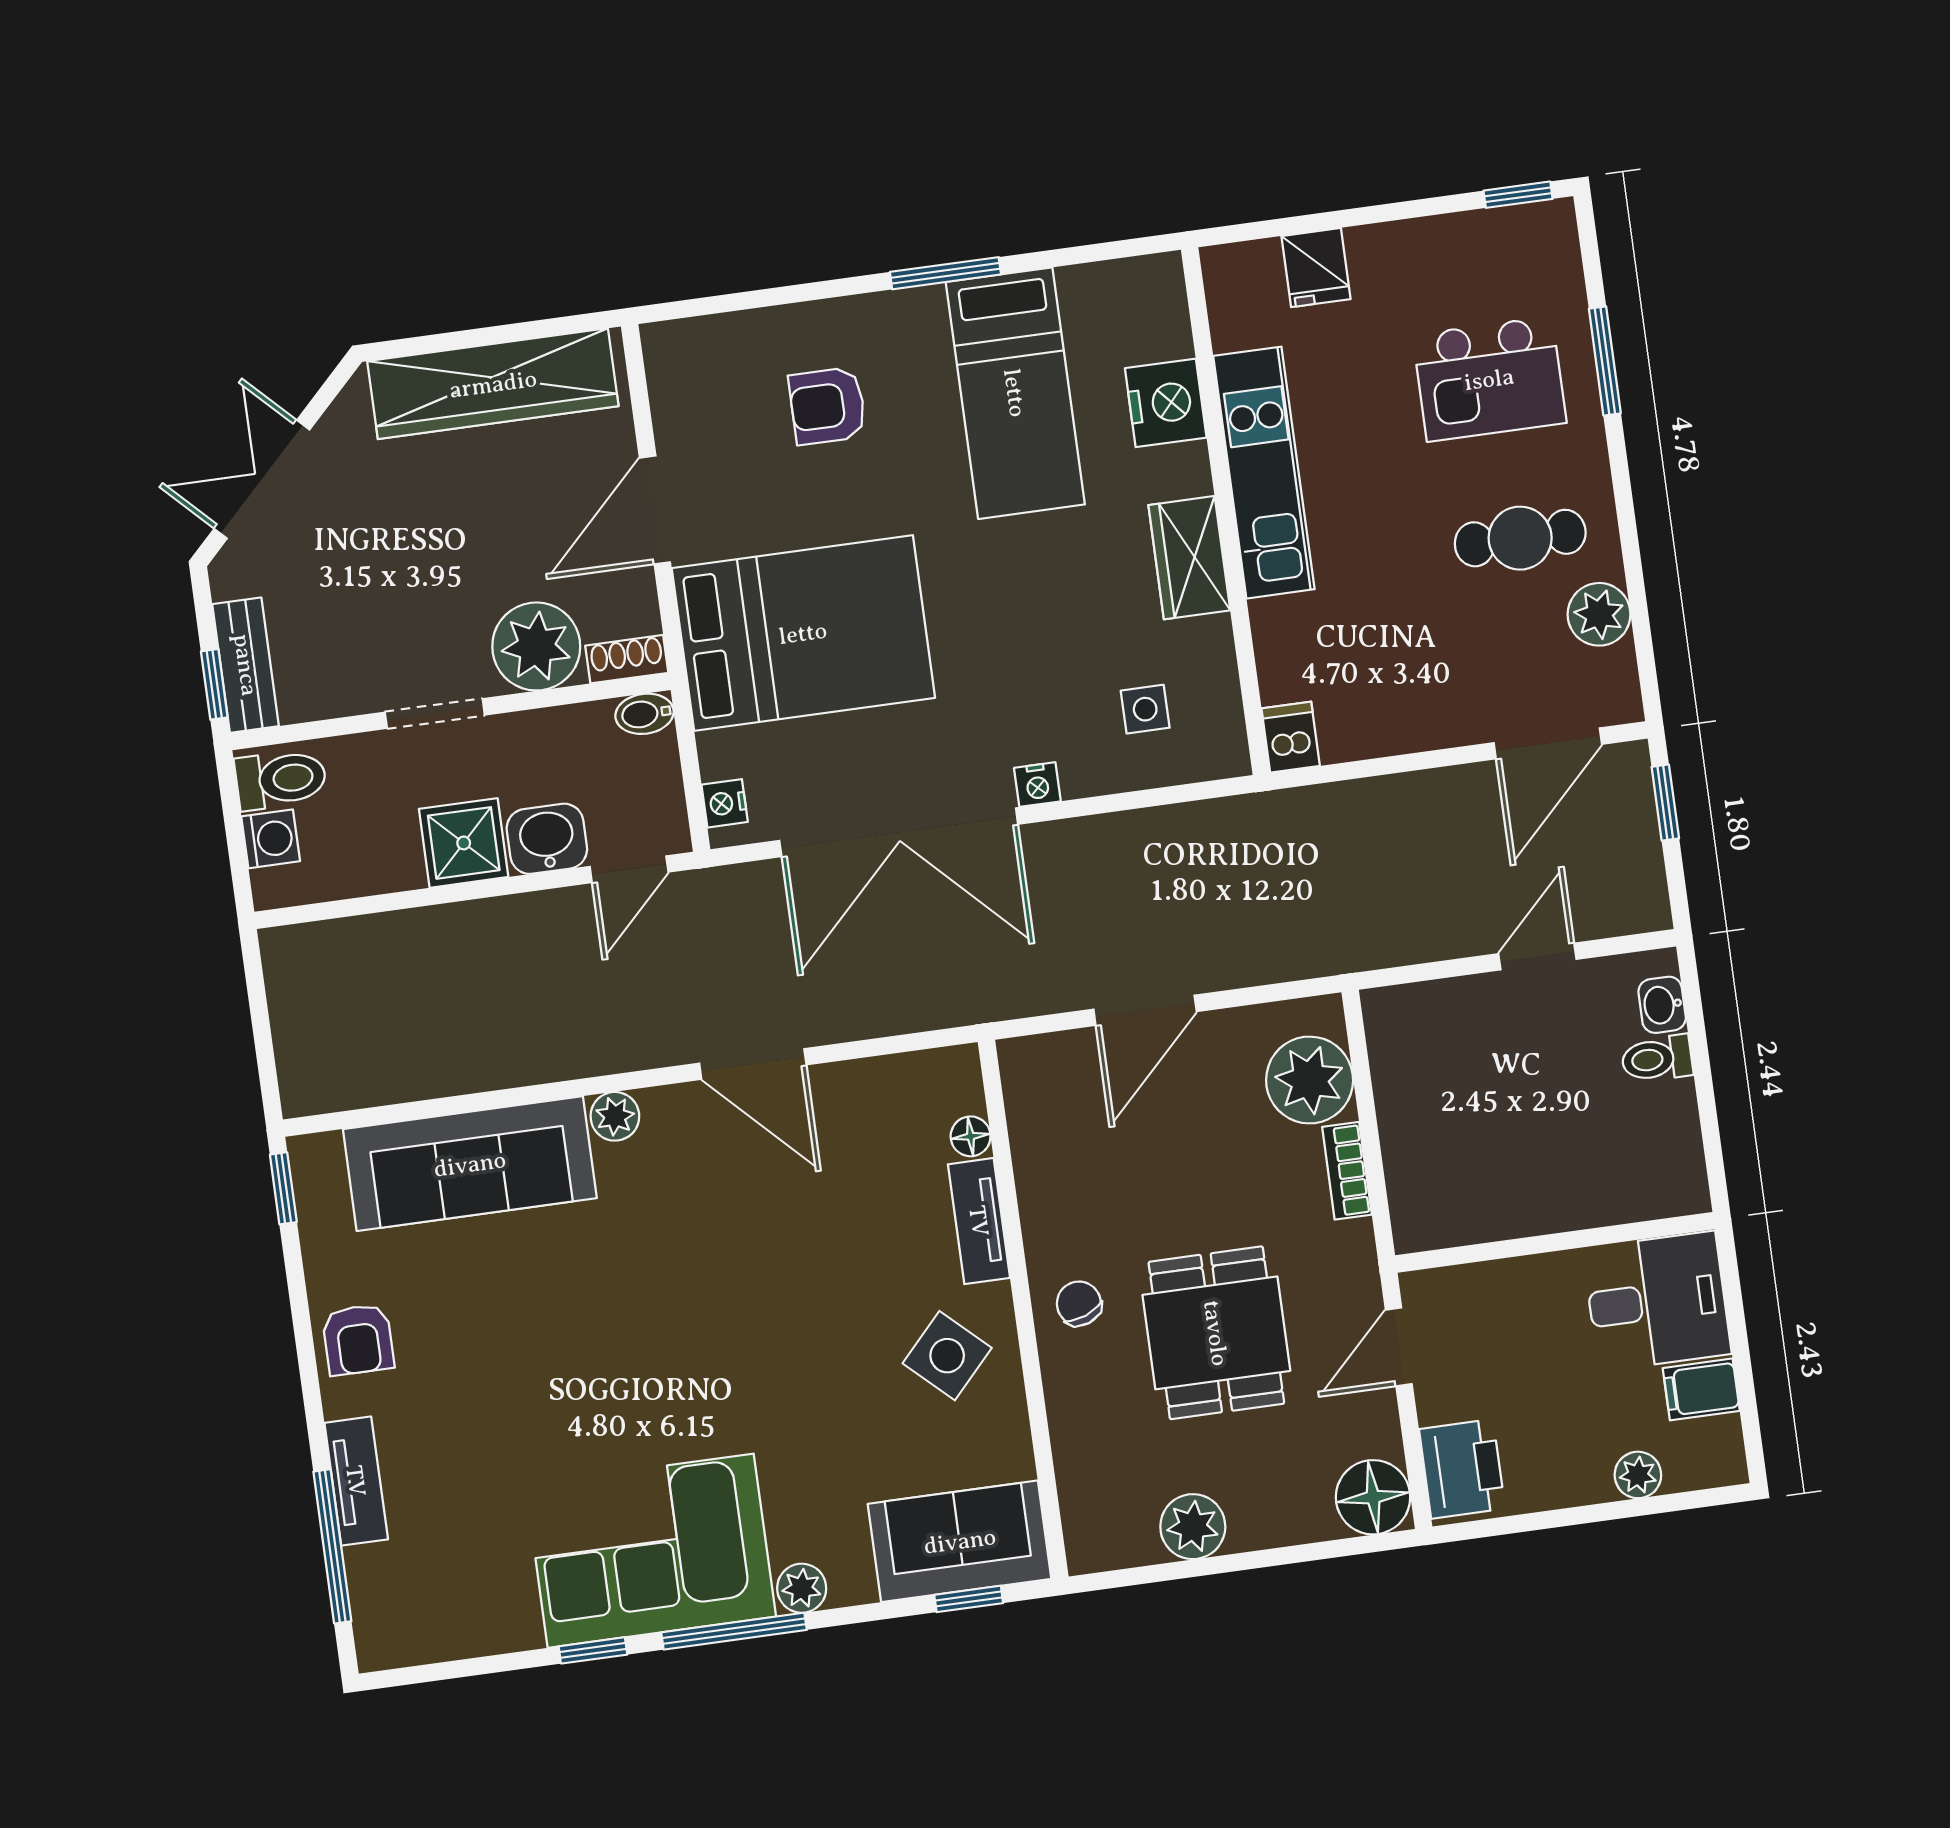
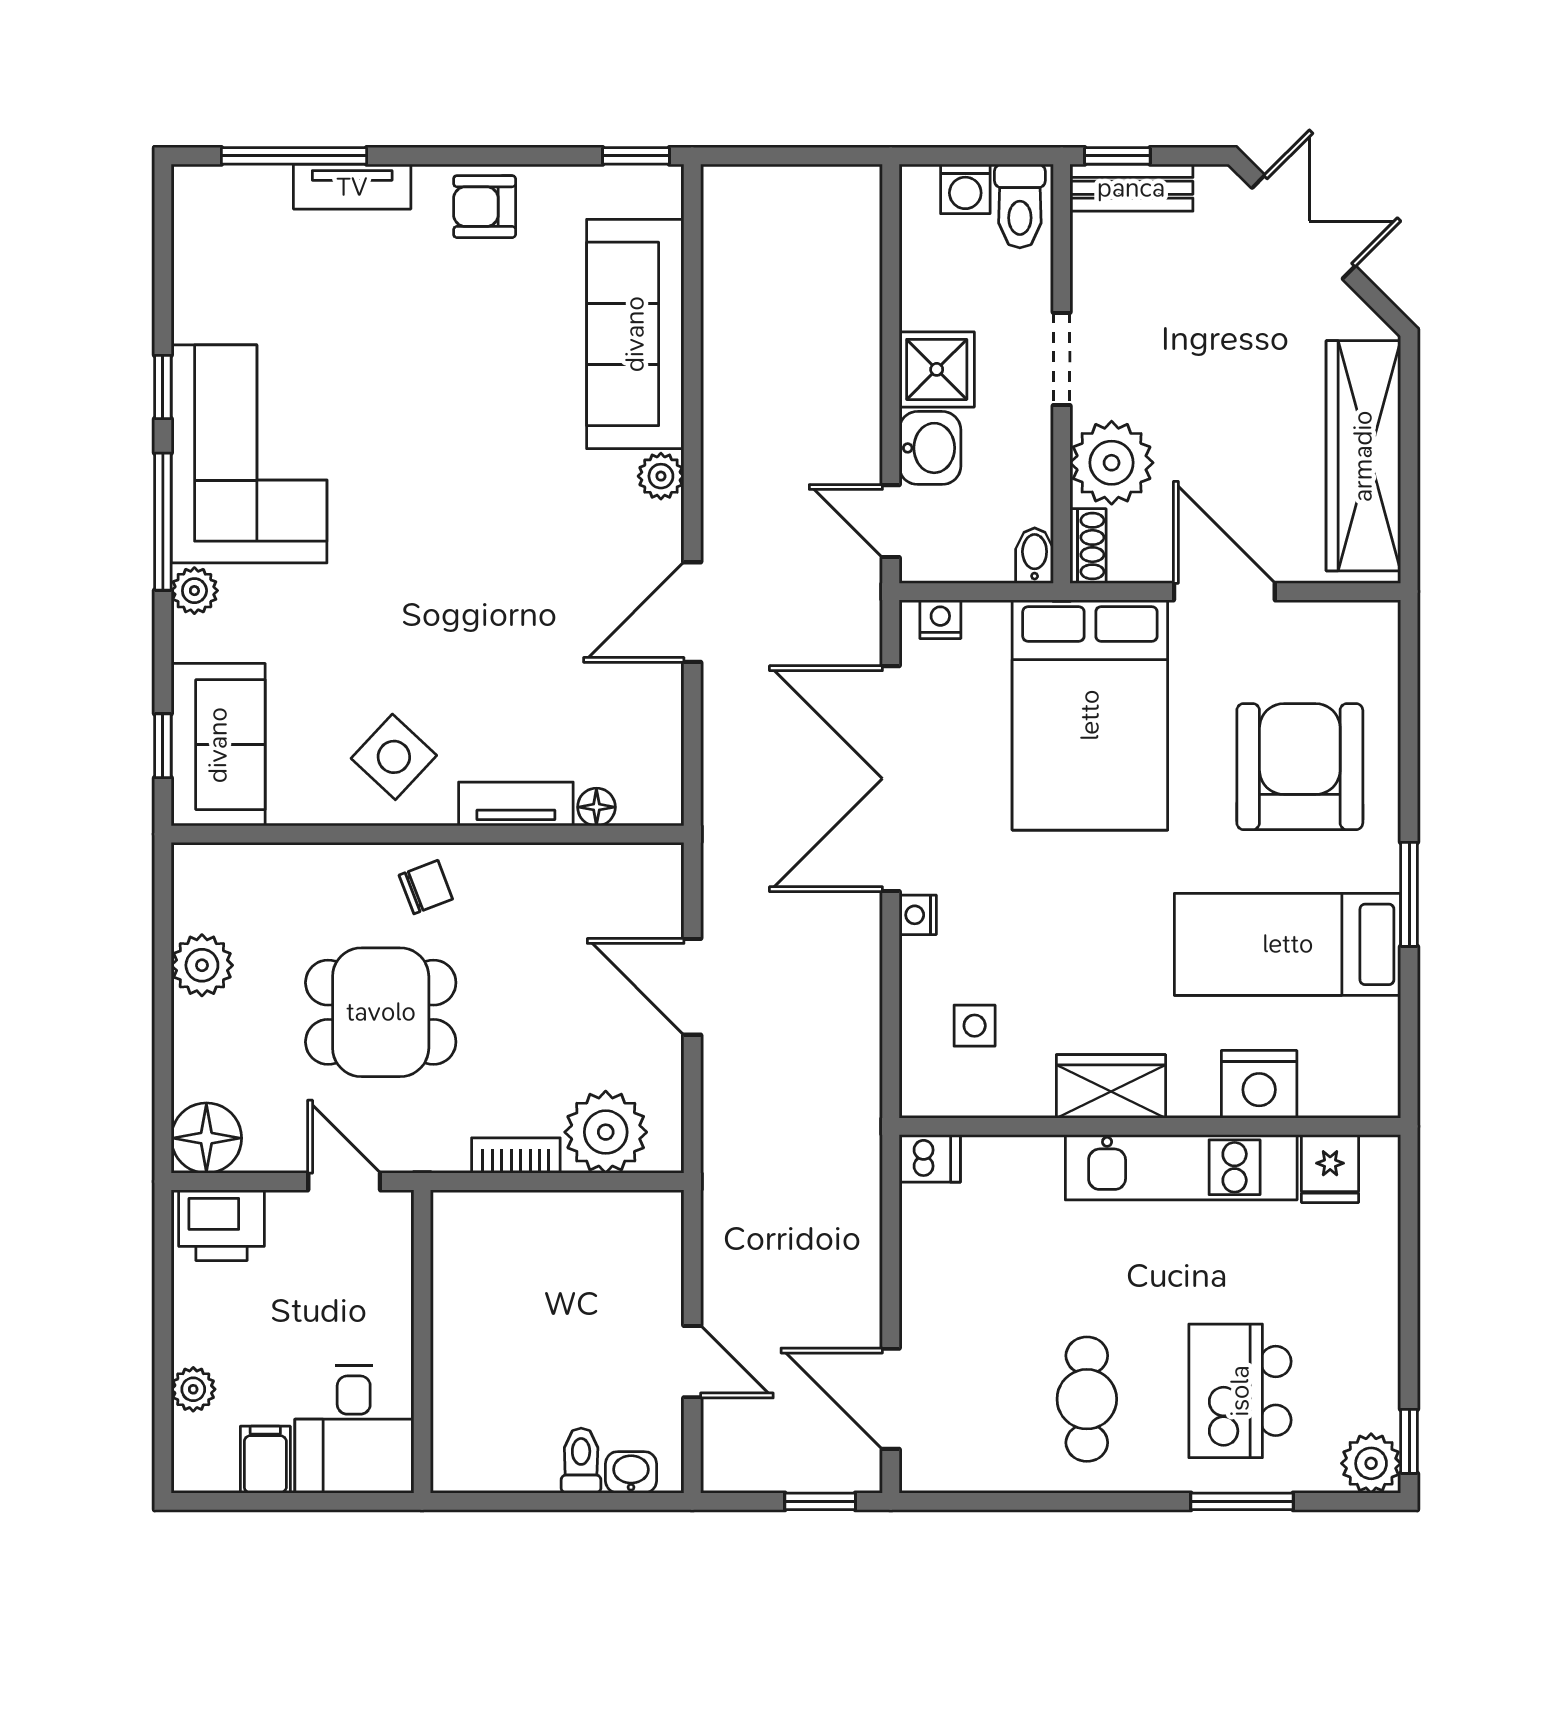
fridge: (1316, 268) -> (1330, 1169), moved, turned -90
armchair: (827, 406) -> (1300, 767), width x1.88, depth x1.88
plant: (1599, 614) -> (1371, 1463), moved

